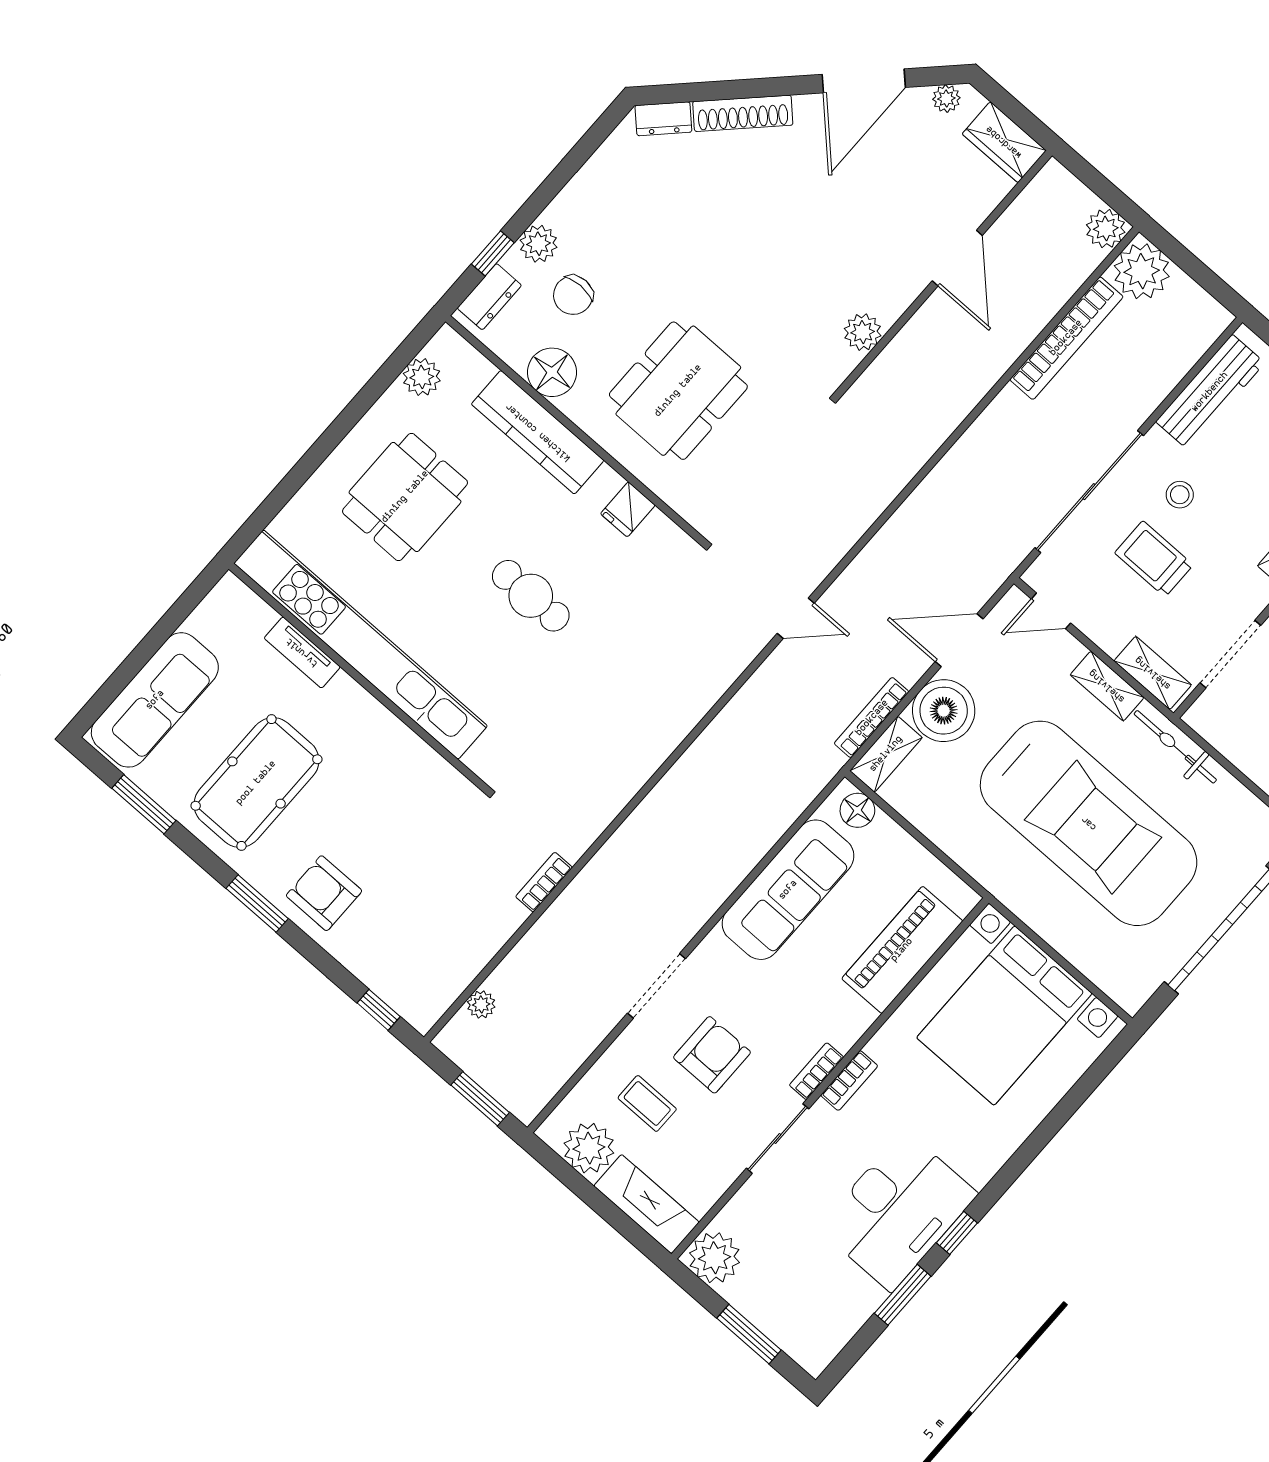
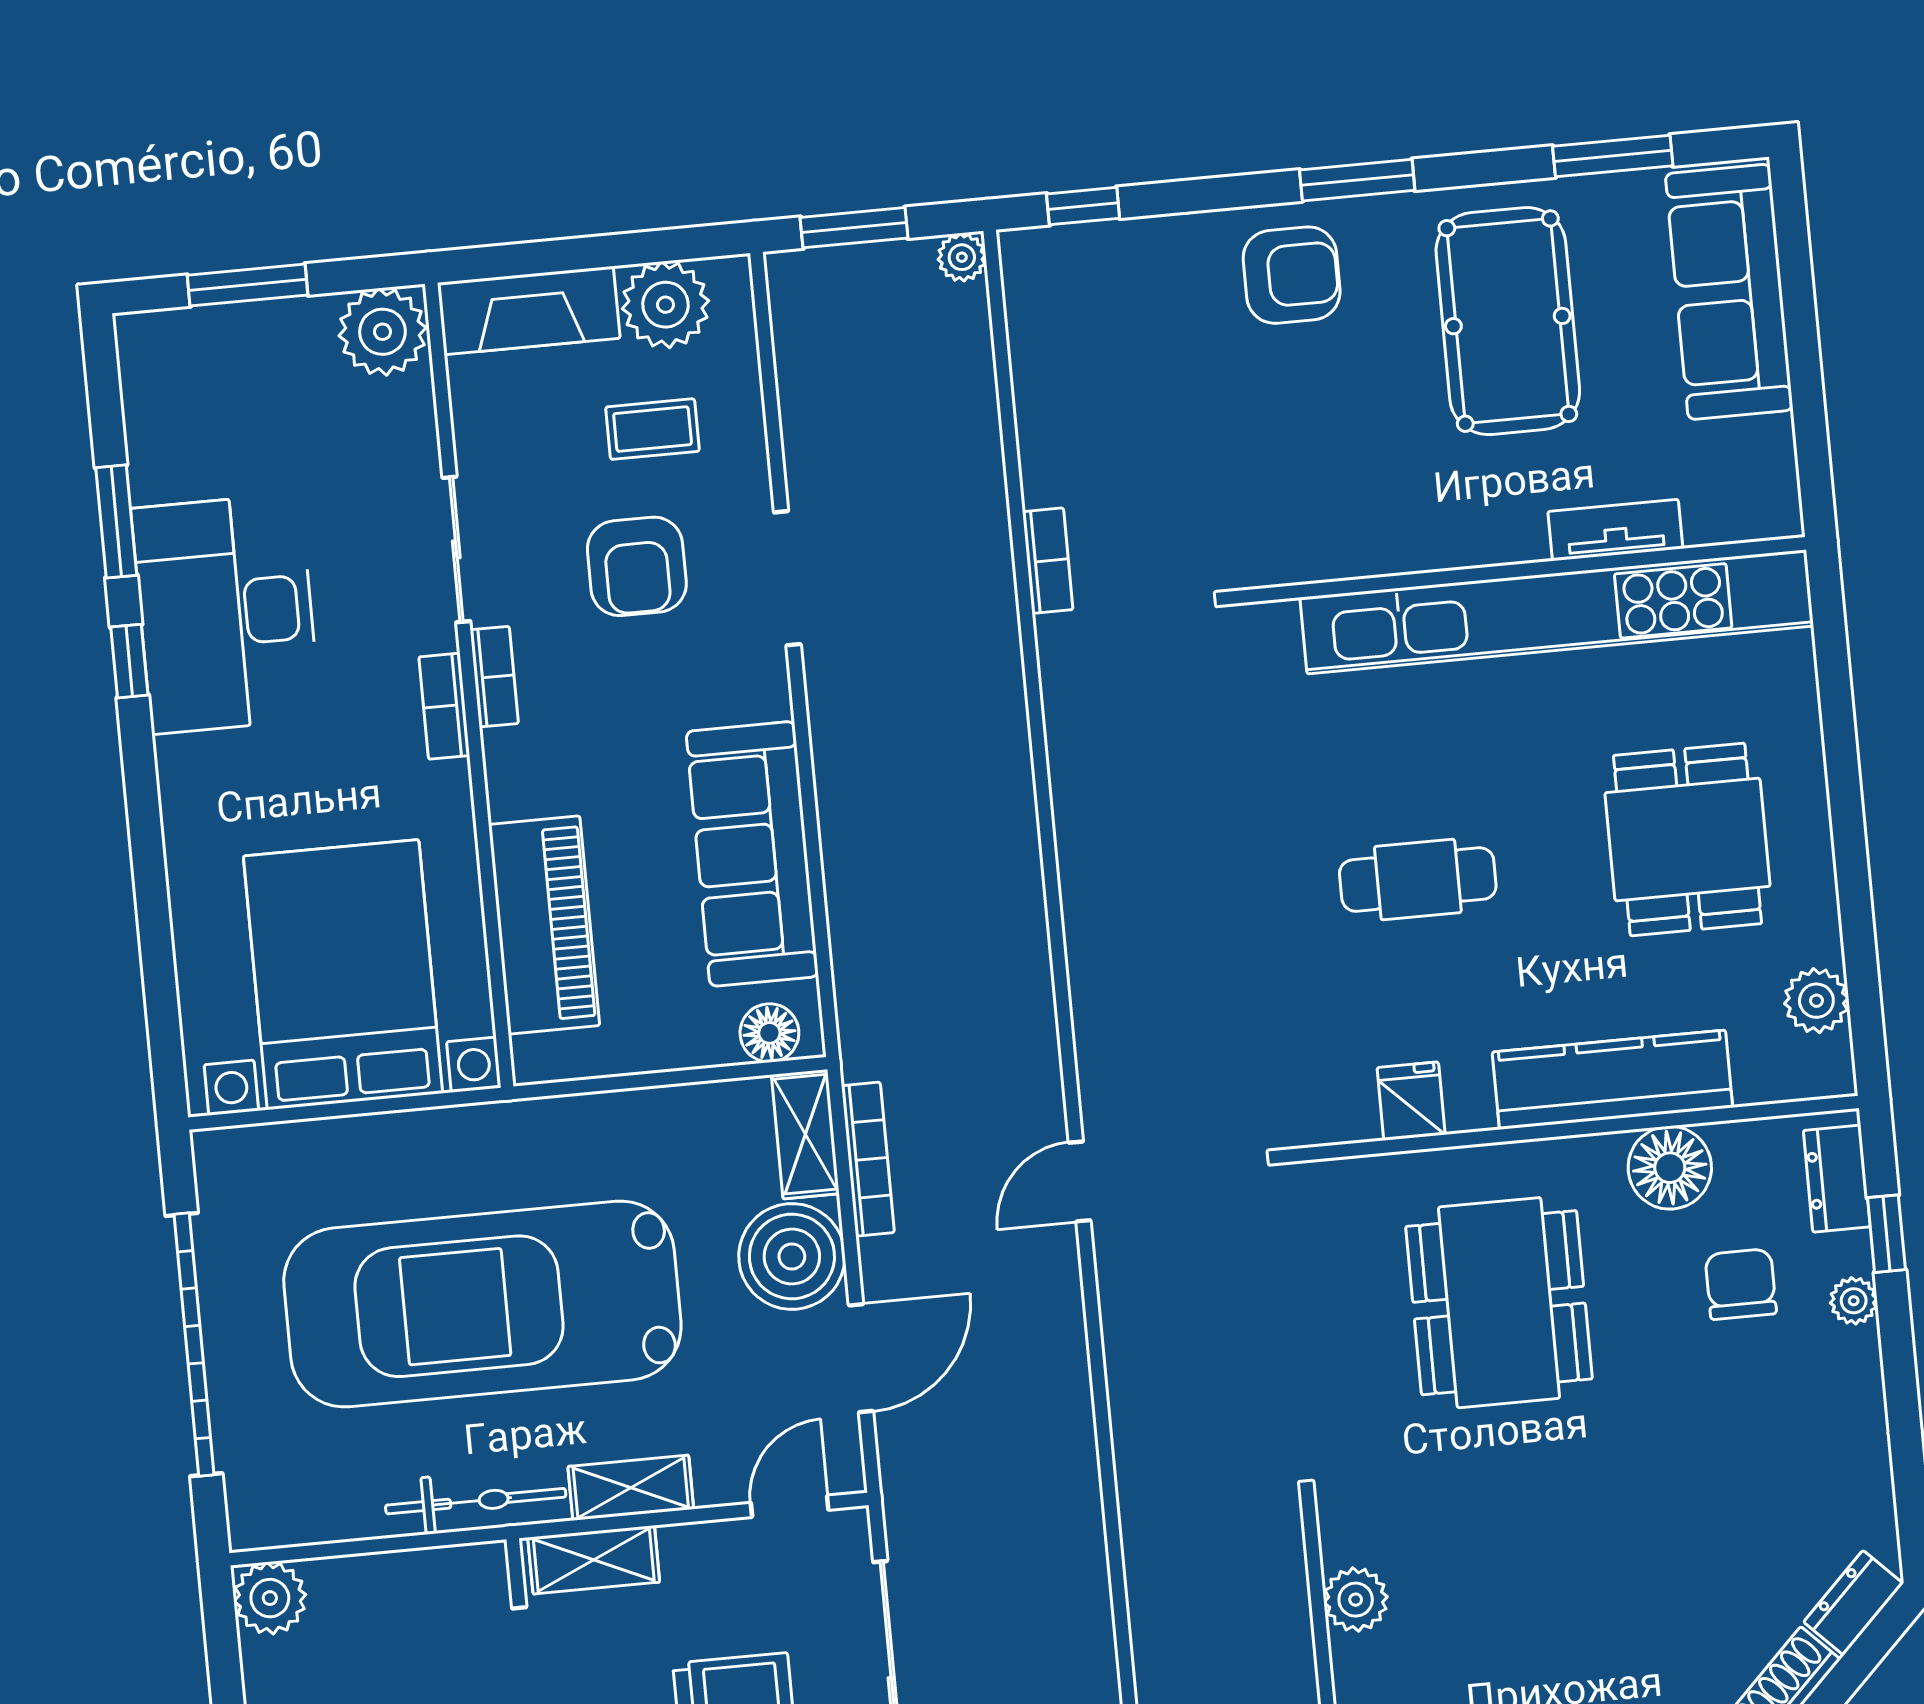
plant: (538, 244) -> (1854, 1301), width x0.73, depth x0.73
plant: (481, 1004) -> (962, 257), moved

